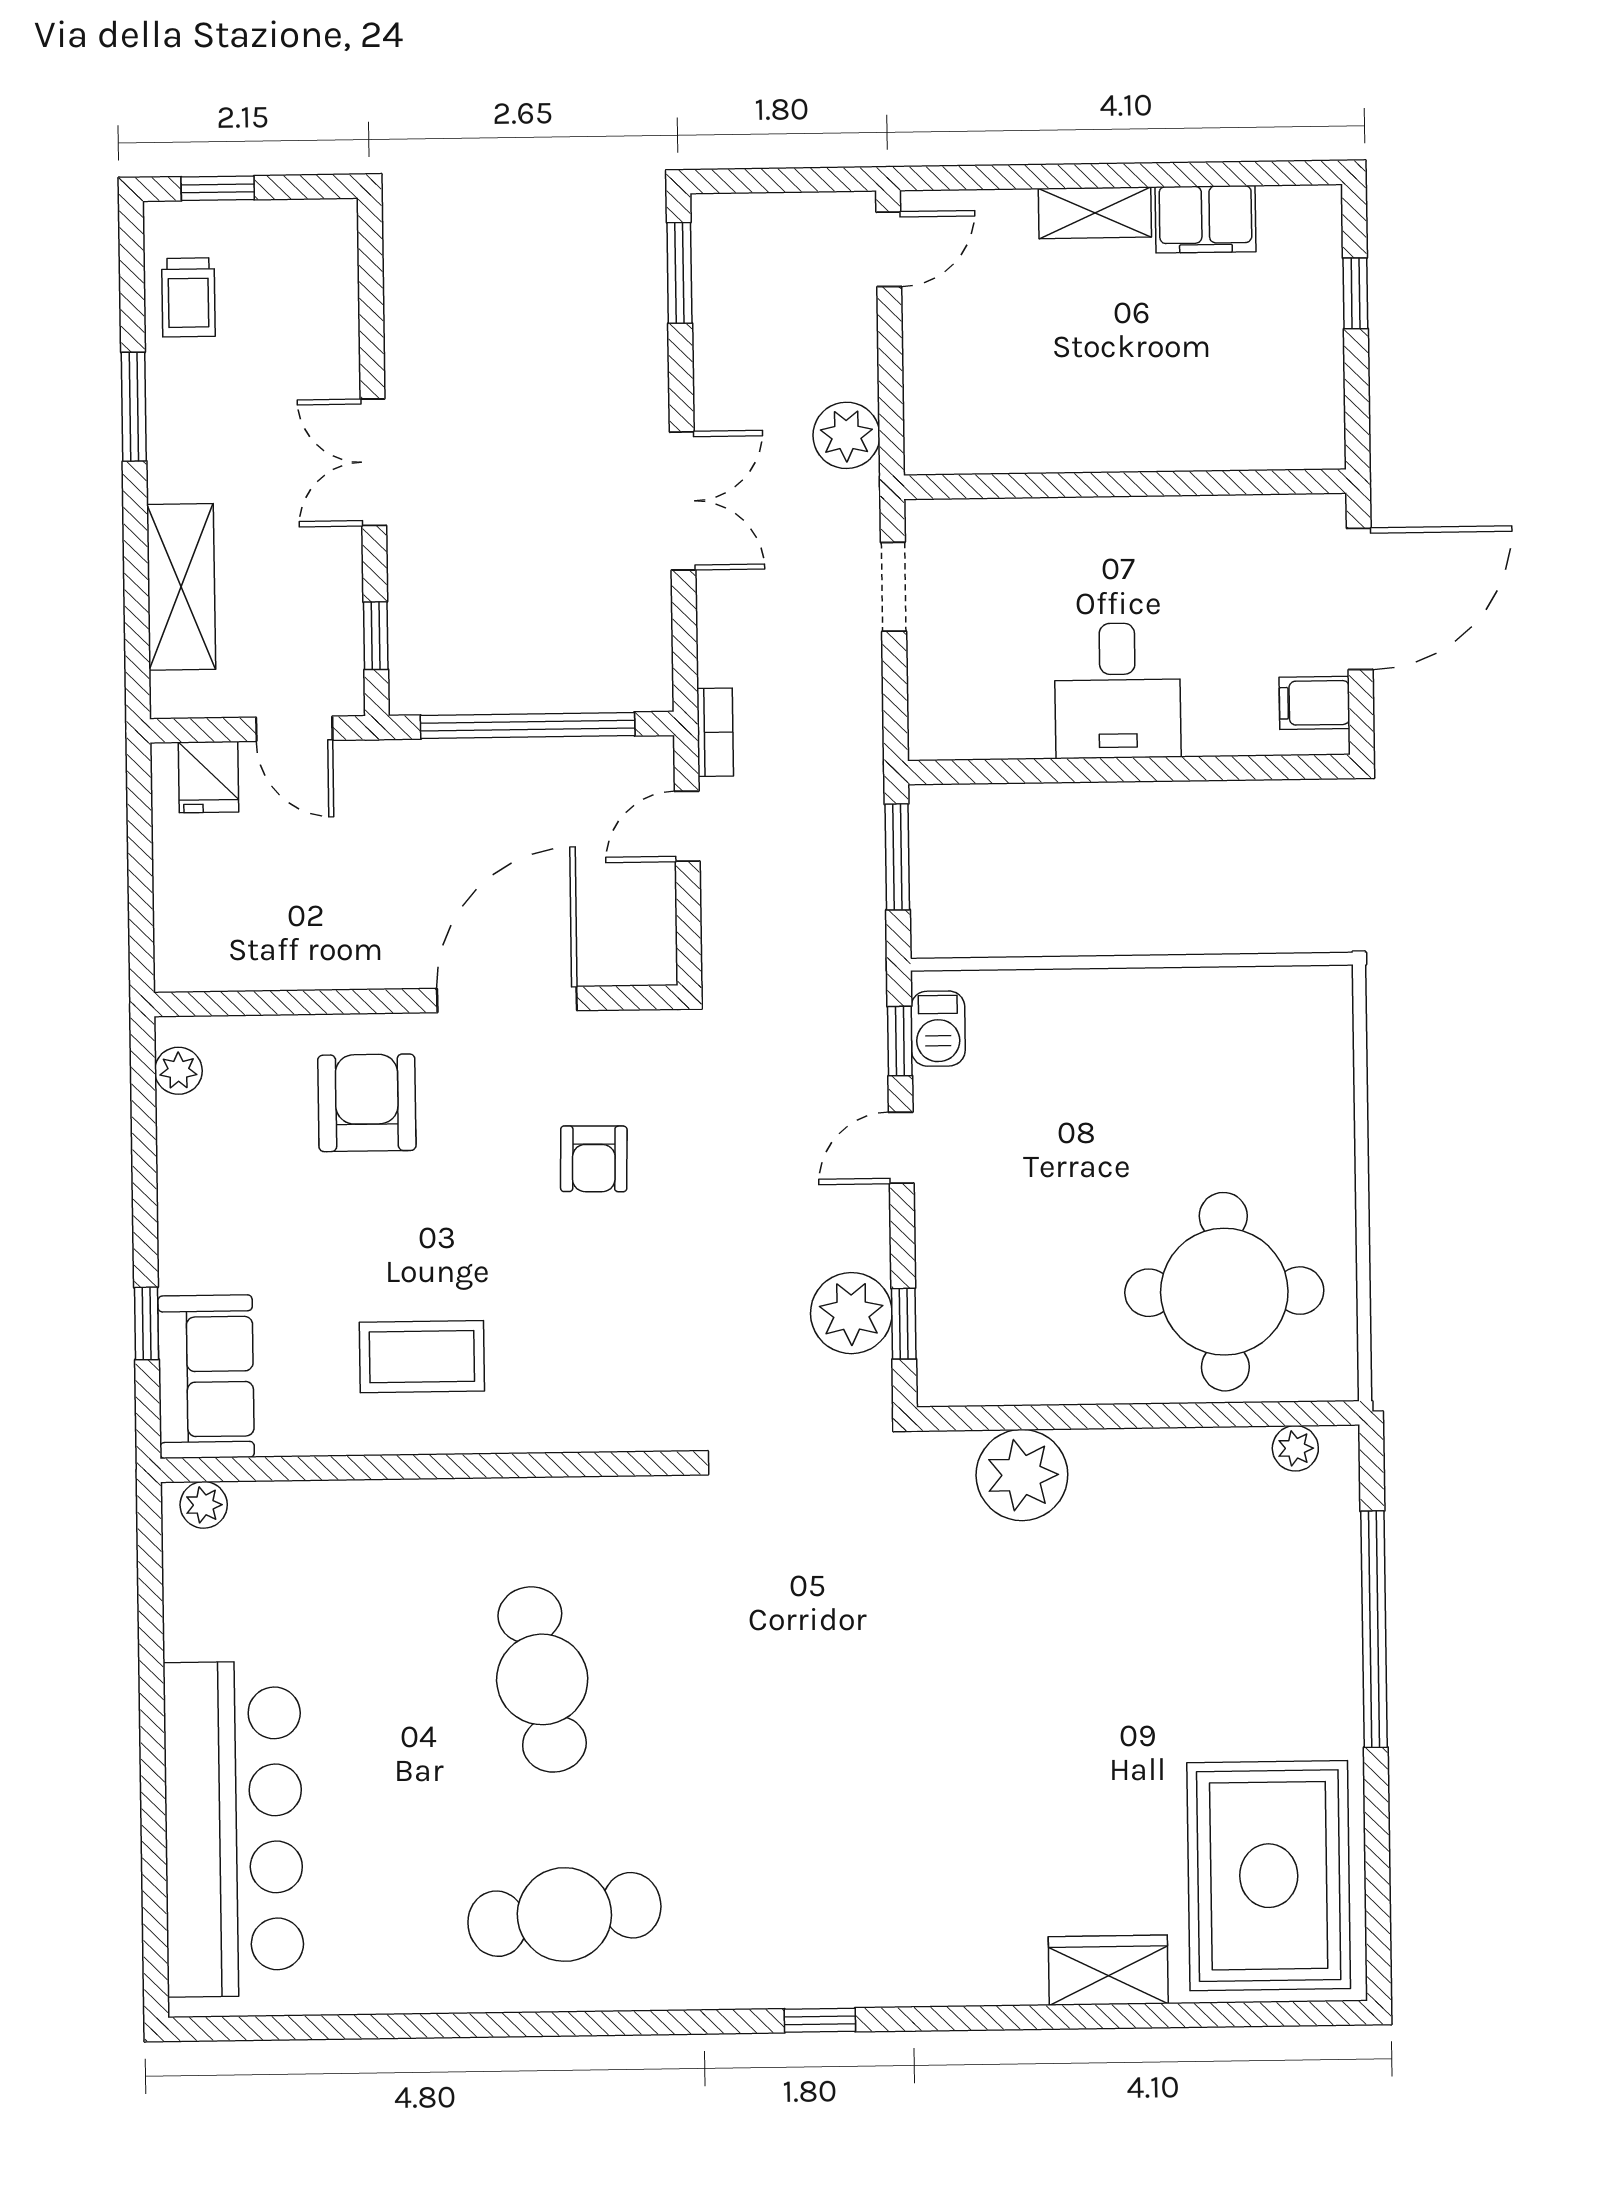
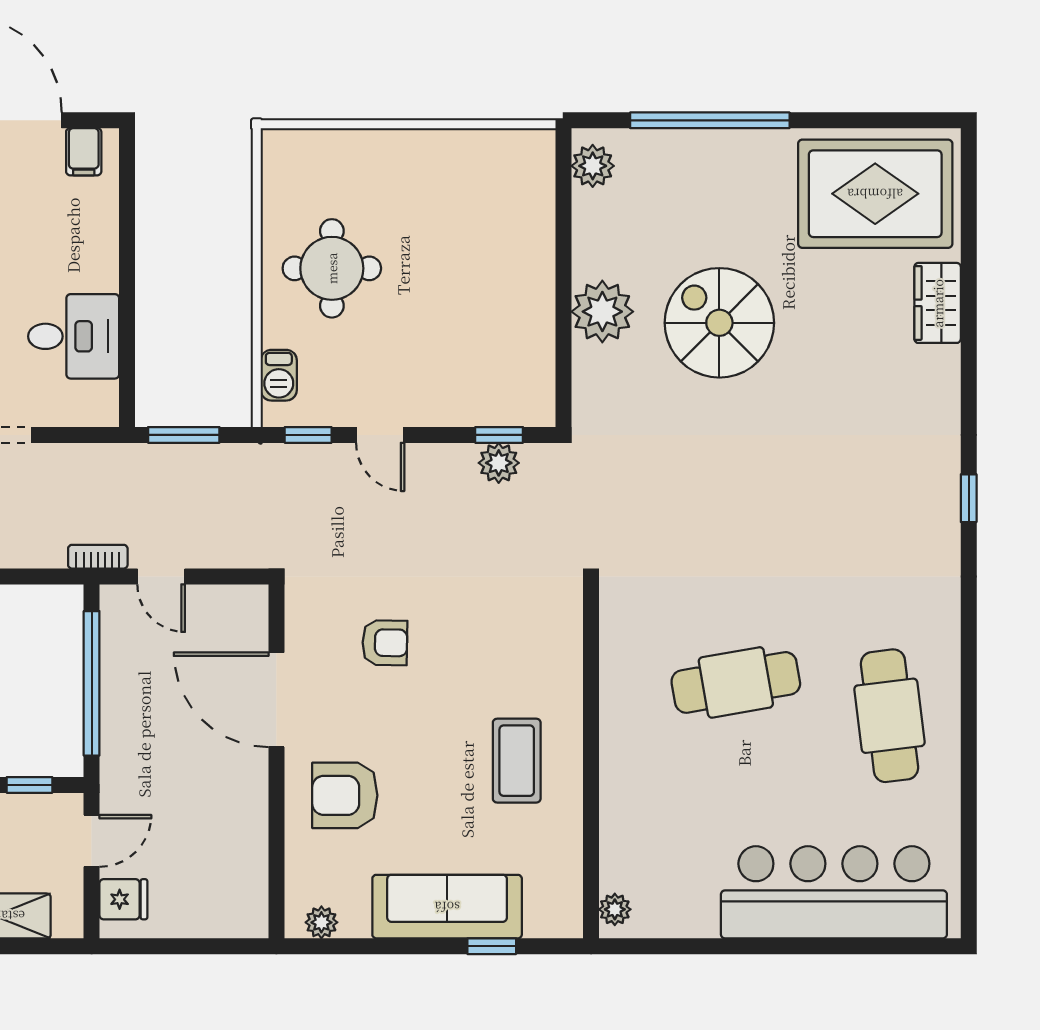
desk: (1118, 691) -> (74, 336), moved
barbecue: (938, 1029) -> (279, 375), moved, turned 90
round table: (1224, 1292) -> (332, 268), moved, width x0.73, depth x0.73
plant: (851, 1313) -> (499, 463), width x0.73, depth x0.73
sofa: (206, 1377) -> (447, 907), moved, width x1.36
plant: (1295, 1448) -> (593, 166), width x1.38, depth x1.38
plant: (1022, 1475) -> (602, 312), moved
spiral stairs: (1074, 1648) -> (719, 323), added
cafe table: (564, 1914) -> (889, 716), moved

